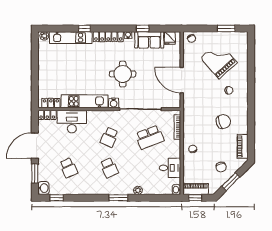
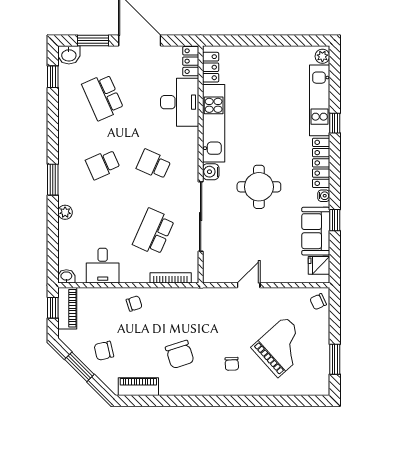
door: (182, 80) -> (249, 285), width x0.53
school desk: (150, 137) -> (154, 232), turned 45
school desk: (69, 168) -> (103, 97), width x1.85

